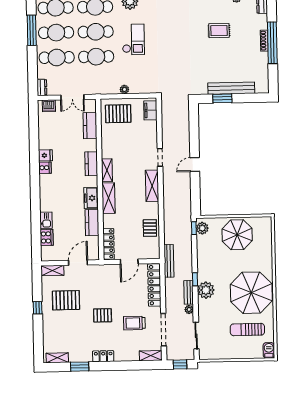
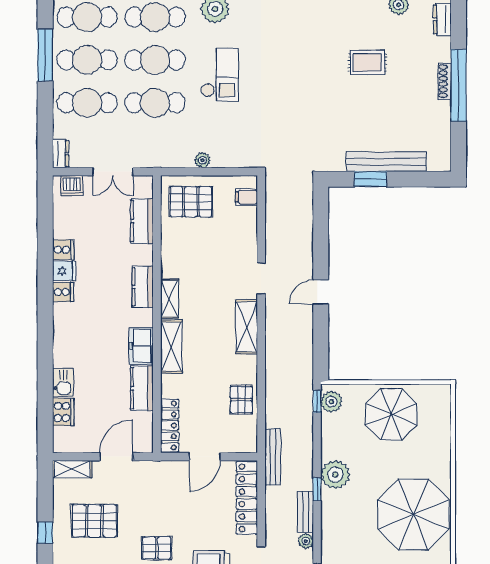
filing cabinet: (150, 110) -> (246, 197), width x0.50
cooker: (45, 143) -> (63, 250), added
plant: (206, 290) -> (335, 475), moved

